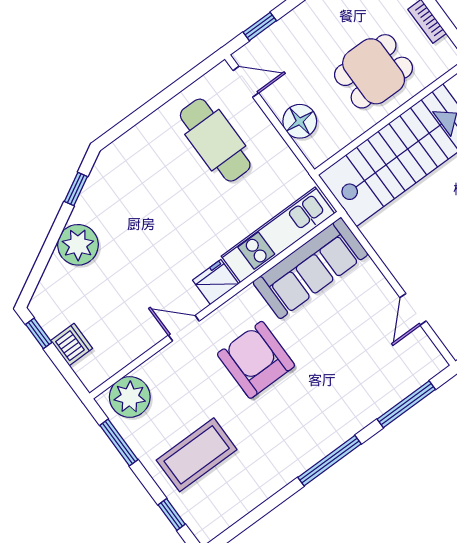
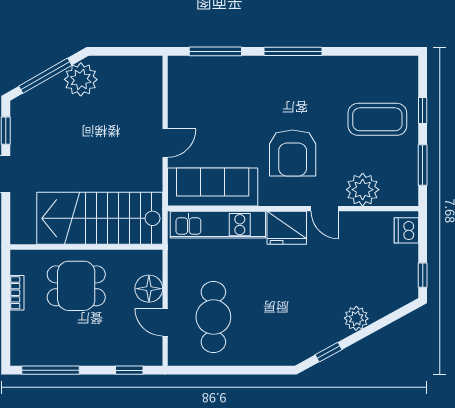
door: (246, 82) -> (165, 322), moved
plant: (78, 245) -> (356, 318), width x0.73, depth x0.73
fridge: (216, 282) -> (287, 228), width x1.36, depth x1.34
door: (413, 309) -> (165, 143), moved
dishwasher: (72, 345) -> (406, 230), moved
plant: (130, 397) -> (363, 190), moved
window: (172, 514) -> (423, 111), moved

